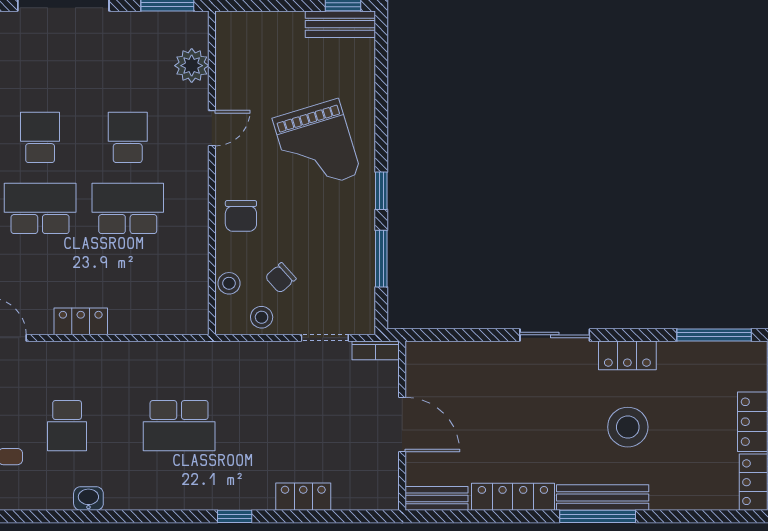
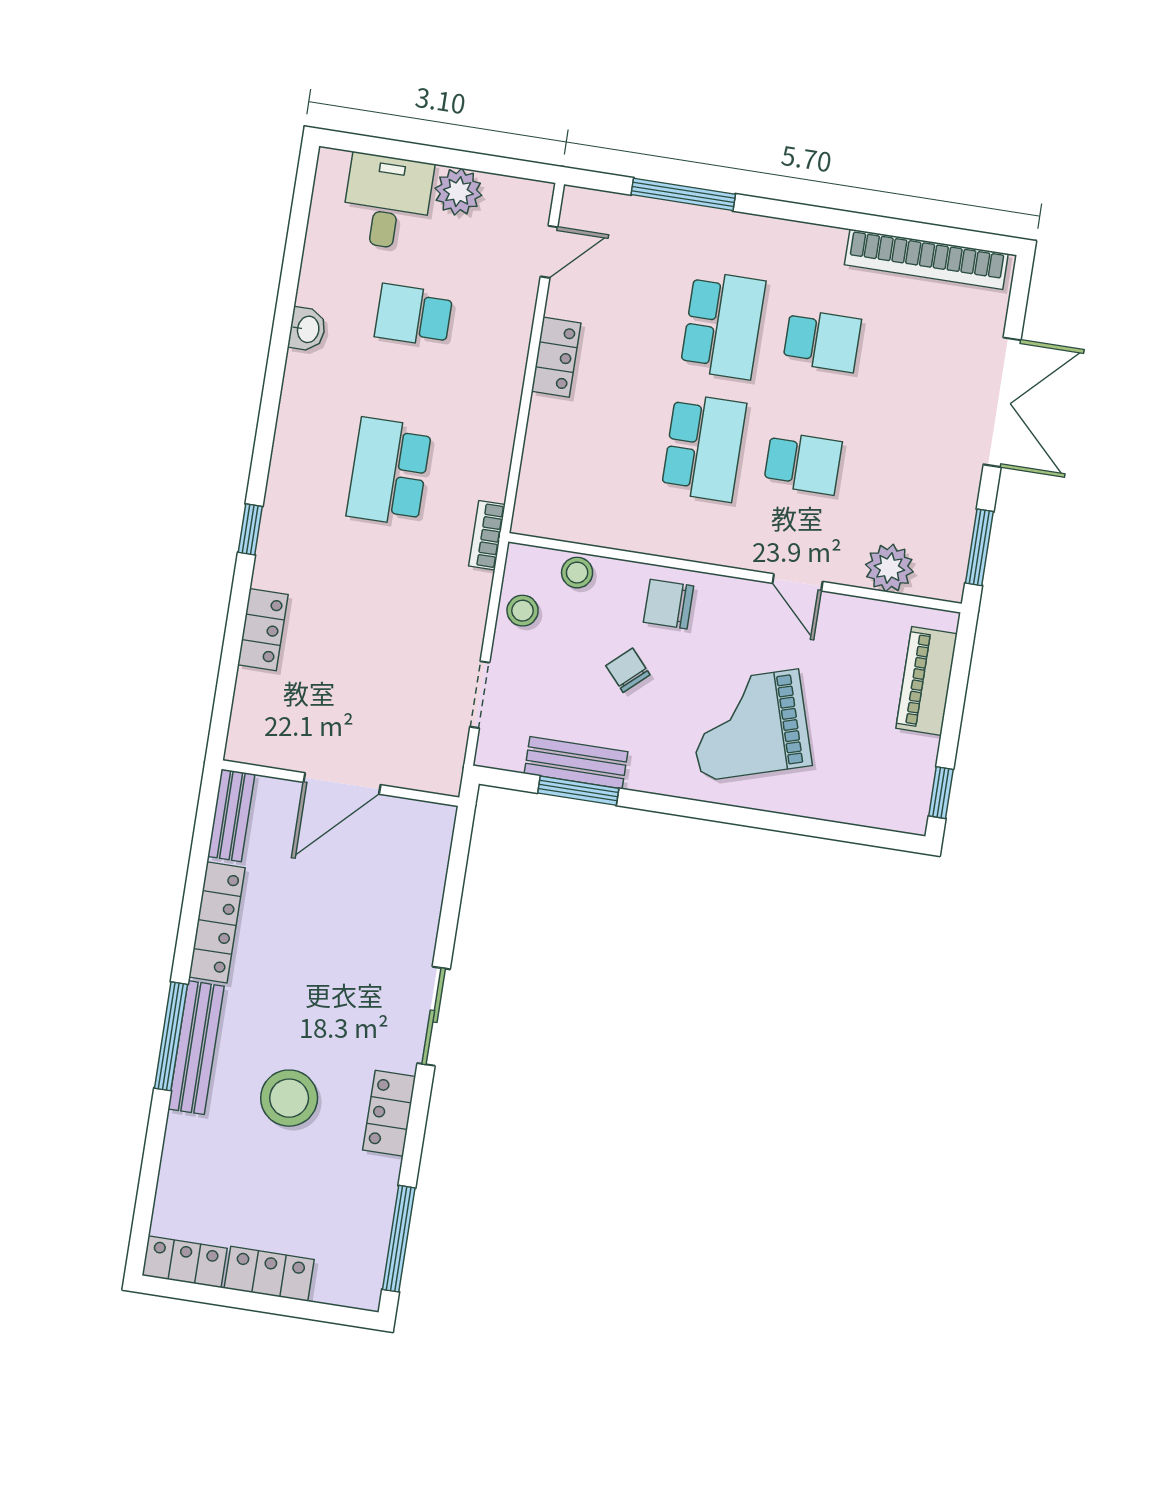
bench: (340, 24) -> (576, 763), moved, turned 90
piano: (266, 27) -> (927, 681), added
window: (381, 191) -> (673, 806), removed
chair: (281, 278) -> (628, 670), moved
bookcase: (376, 350) -> (487, 535), moved

